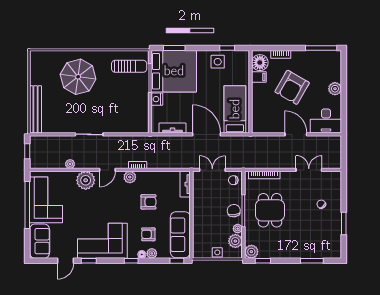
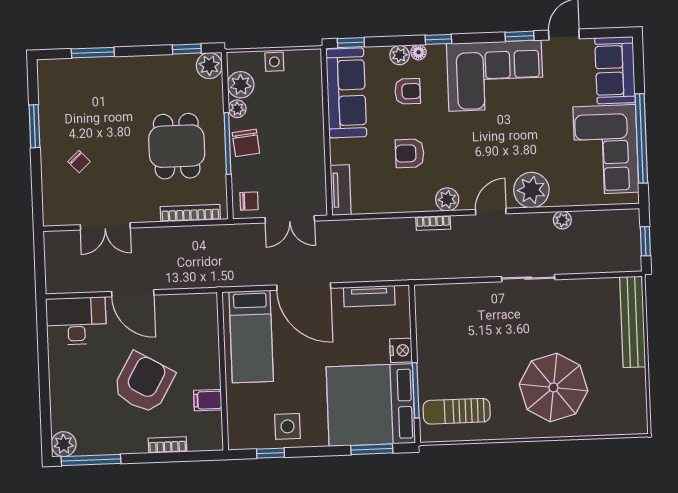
floor lamp: (260, 63) -> (207, 428), removed
plant: (335, 89) -> (64, 444), moved

